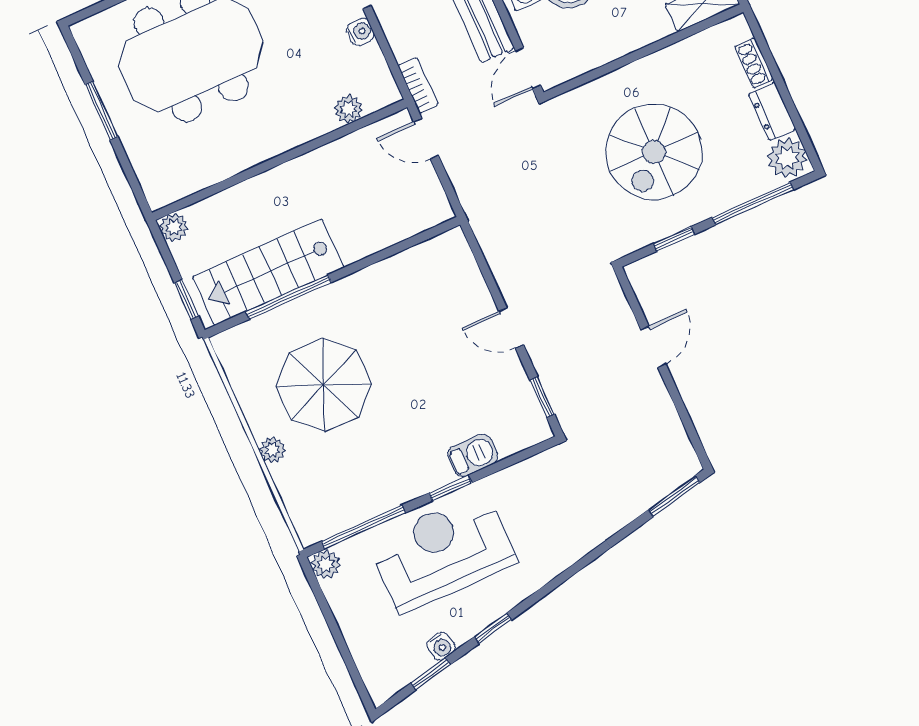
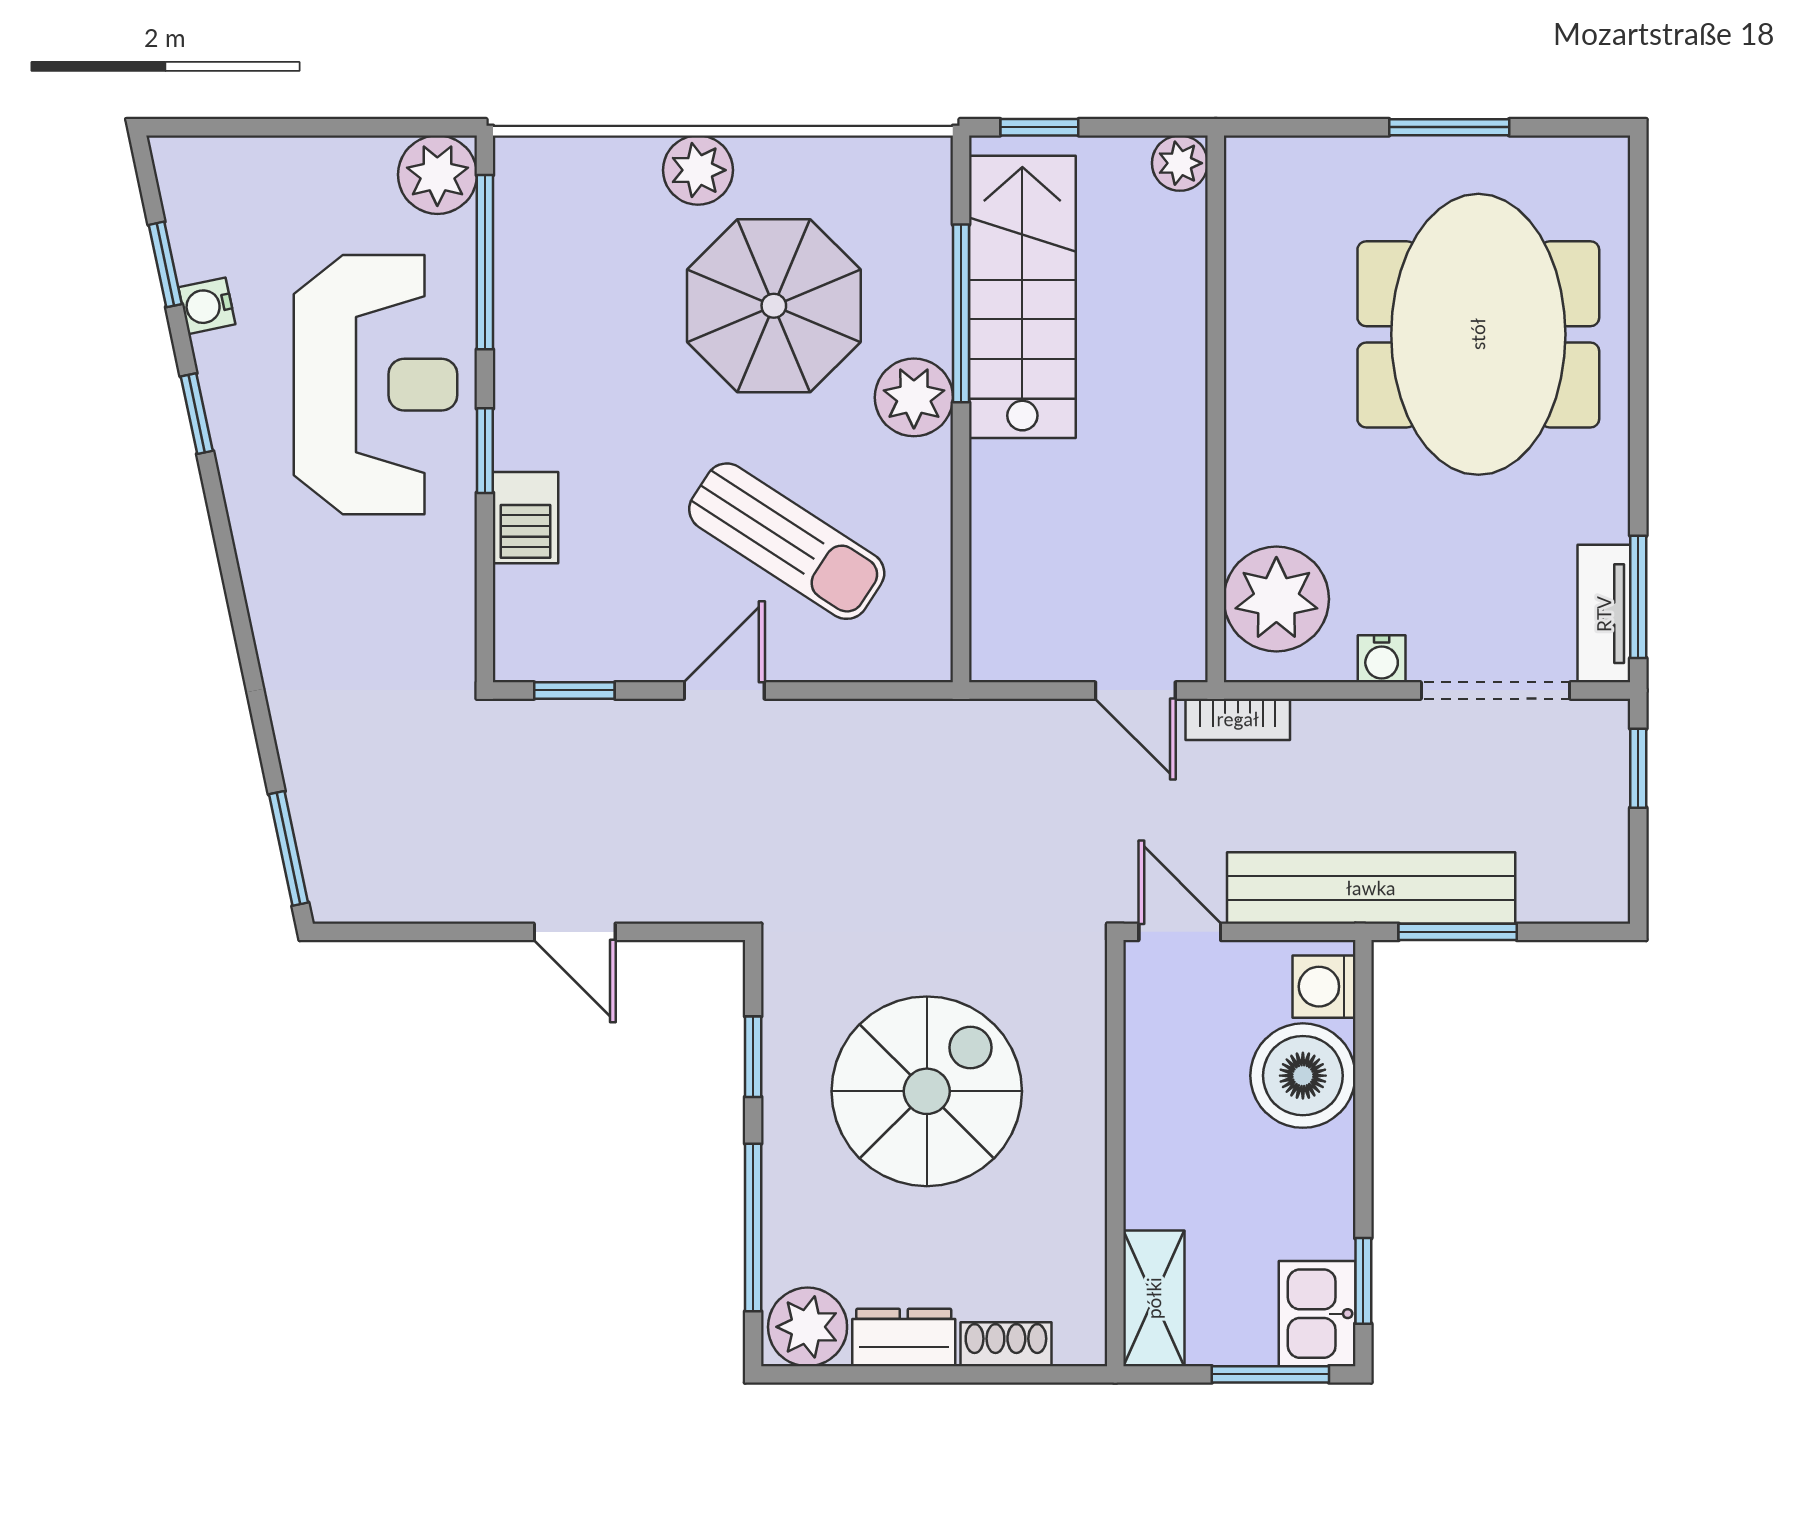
plant: (348, 109) -> (1276, 599), width x1.87, depth x1.87
door: (426, 139) -> (1135, 690), swing flipped
spiral stairs: (654, 152) -> (927, 1091), turned 90
plant: (337, 301) -> (914, 397), added
sun lounger: (429, 330) -> (787, 541), added
plant: (272, 450) -> (698, 170), width x1.38, depth x1.38
plant: (326, 564) -> (437, 175), width x1.38, depth x1.38

